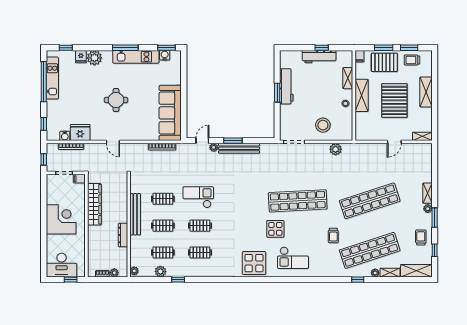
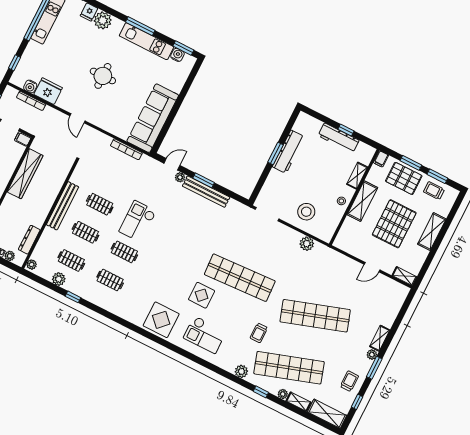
checkout: (198, 197) -> (138, 221), turned -90
dresser: (123, 235) -> (29, 240), moved
plant: (335, 272) -> (241, 371), added

